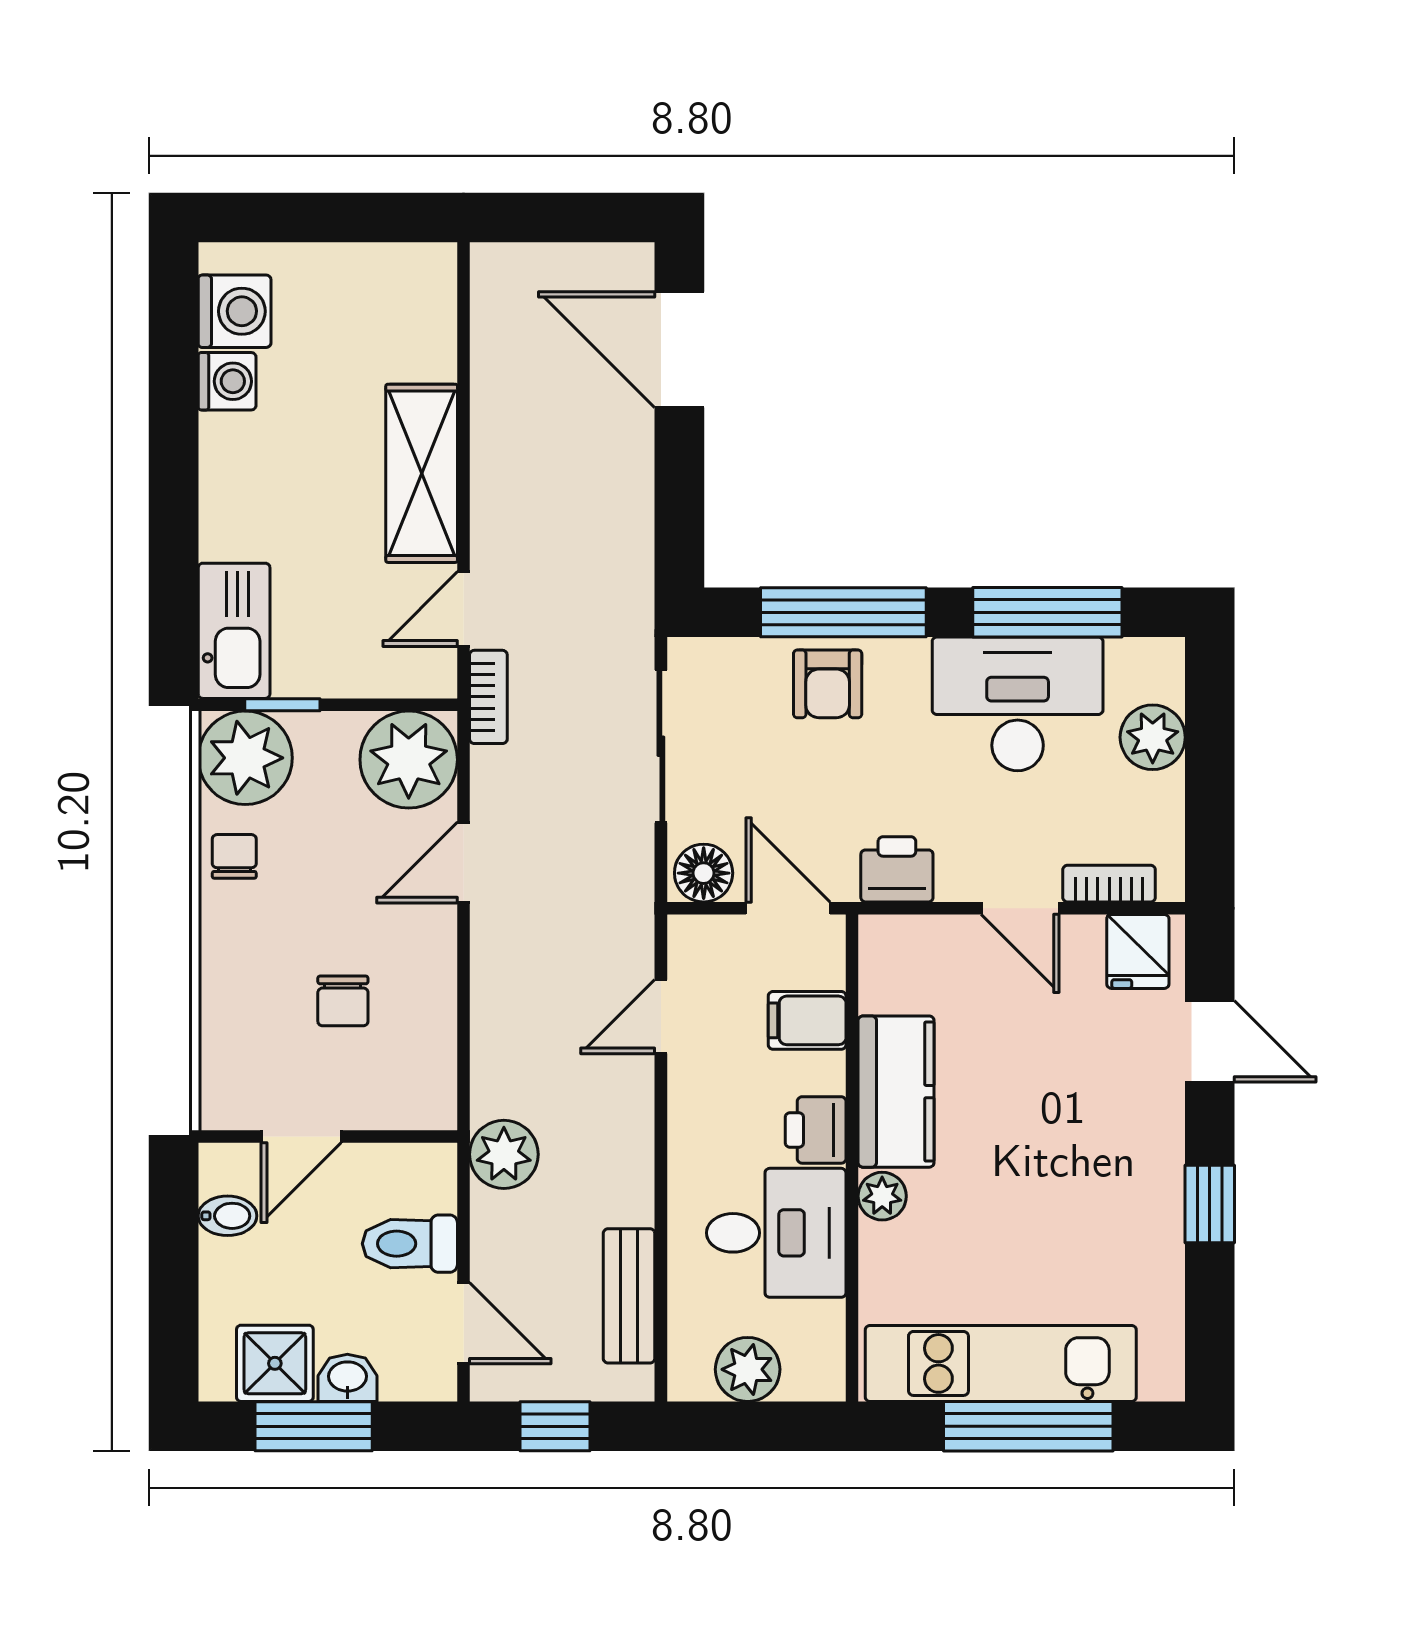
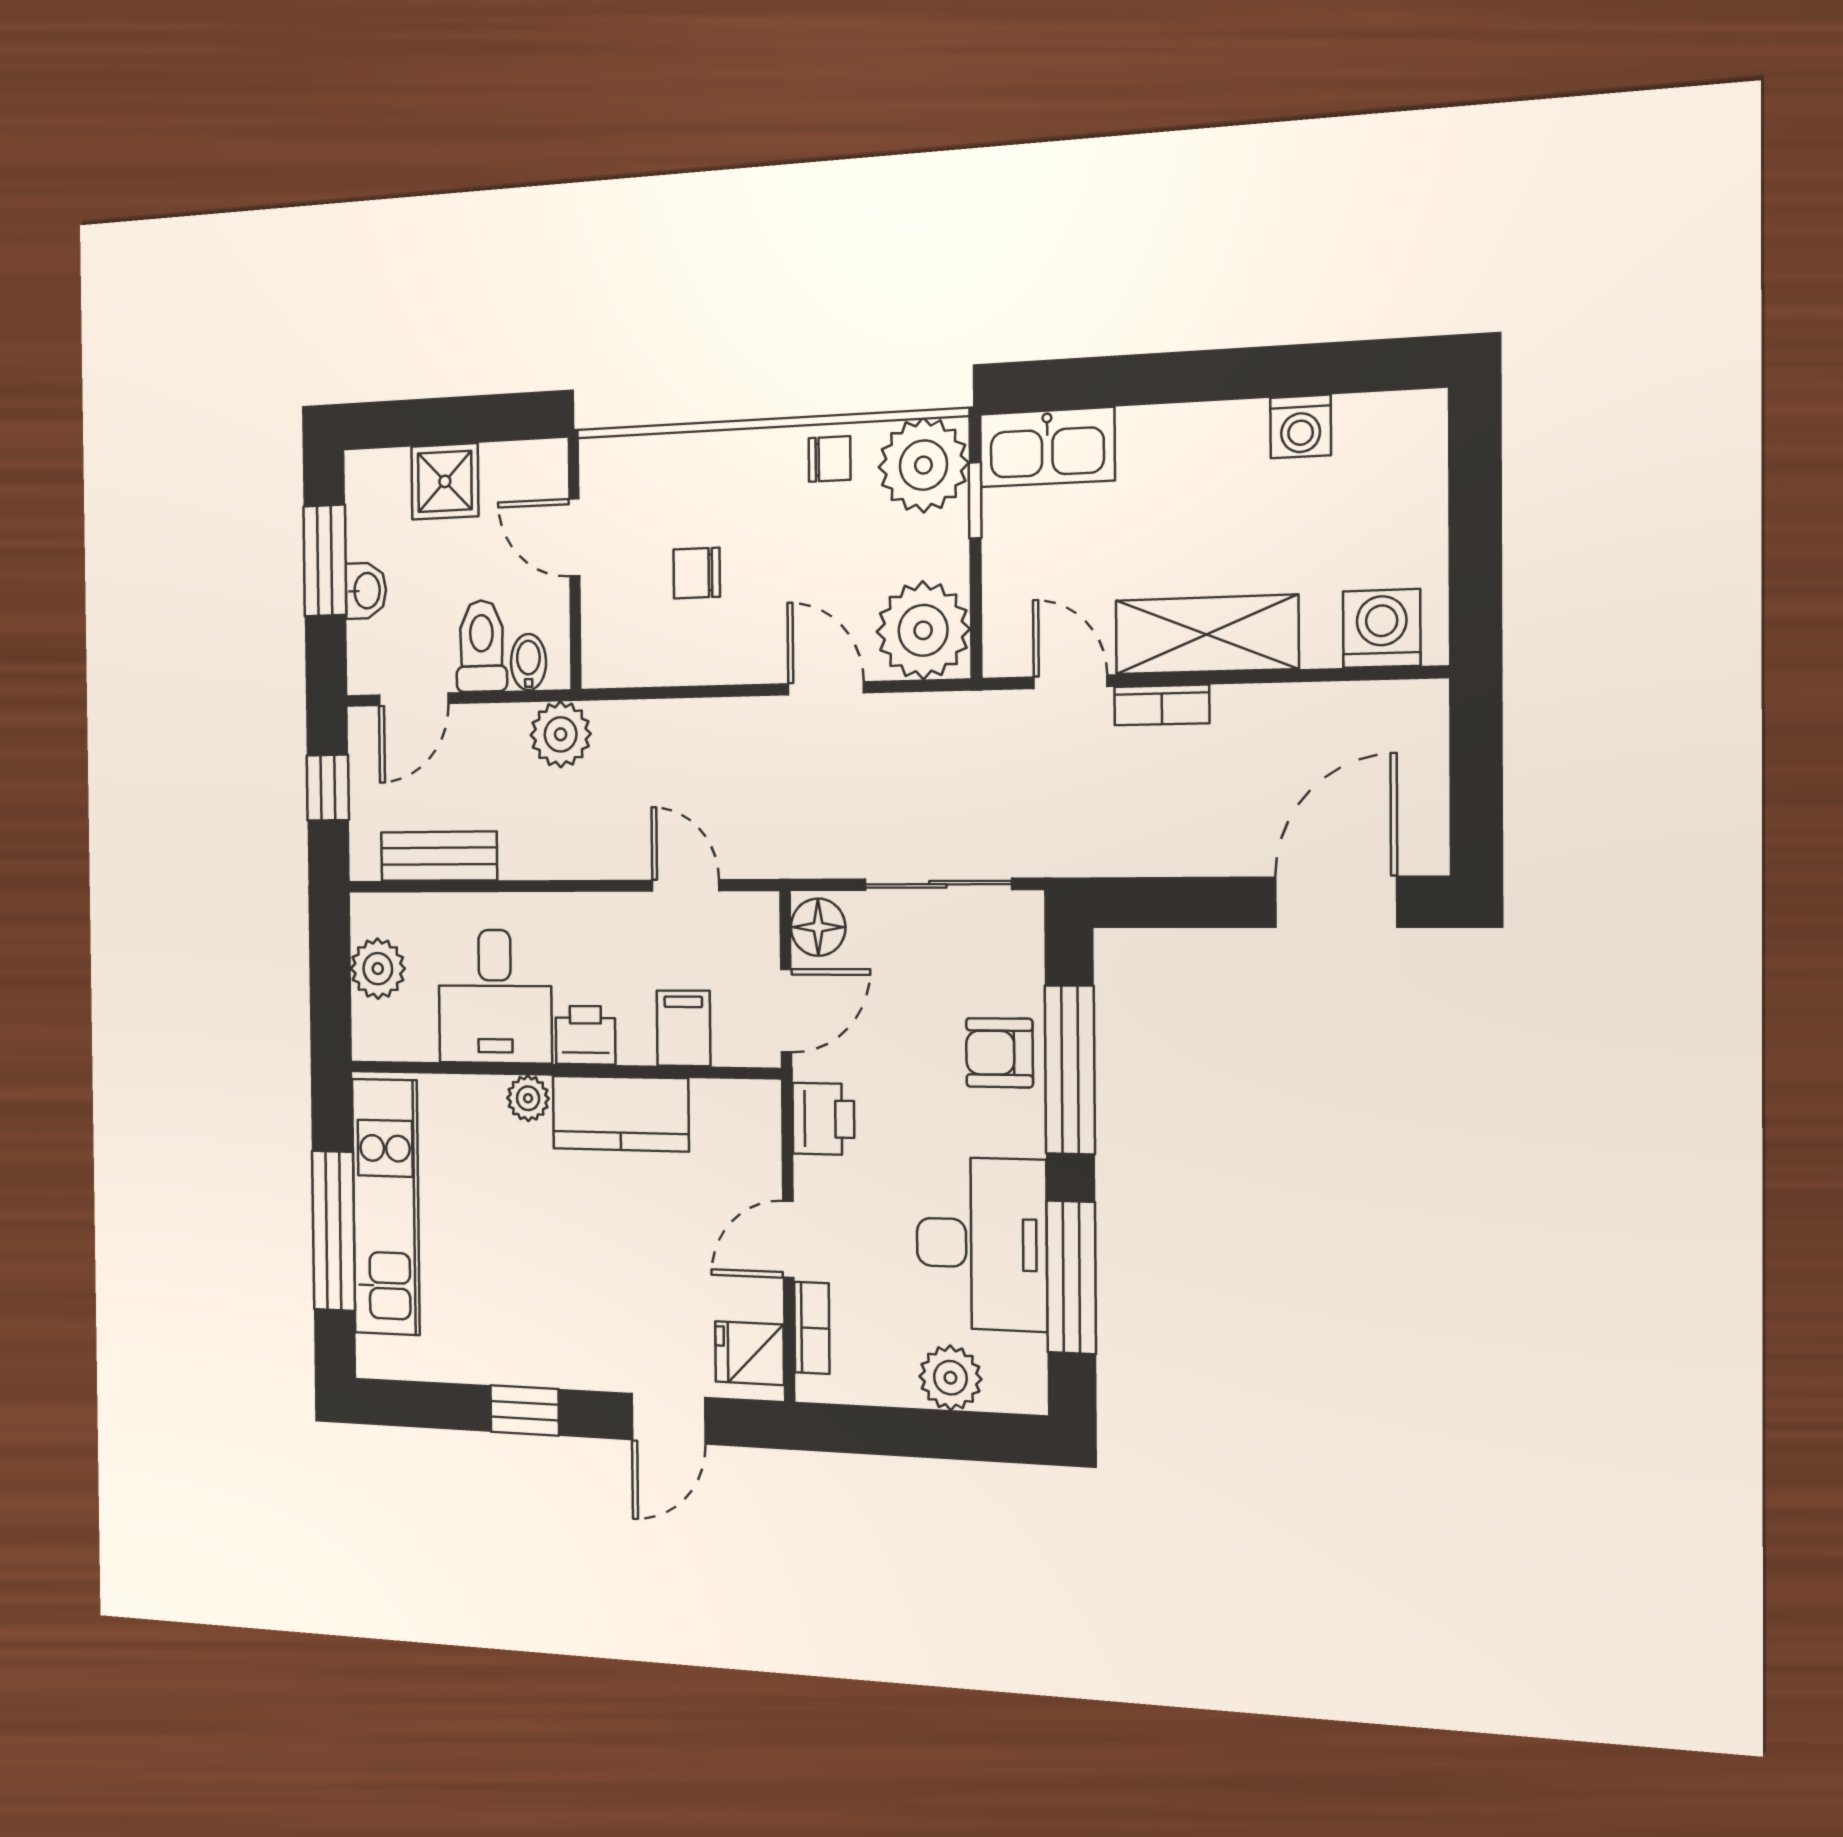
washing machine: (235, 311) -> (1382, 628), moved, turned 180
bookcase: (488, 697) -> (1162, 705), moved
bidet: (228, 1216) -> (528, 662), moved, turned 180
shower: (275, 1363) -> (445, 481), moved

